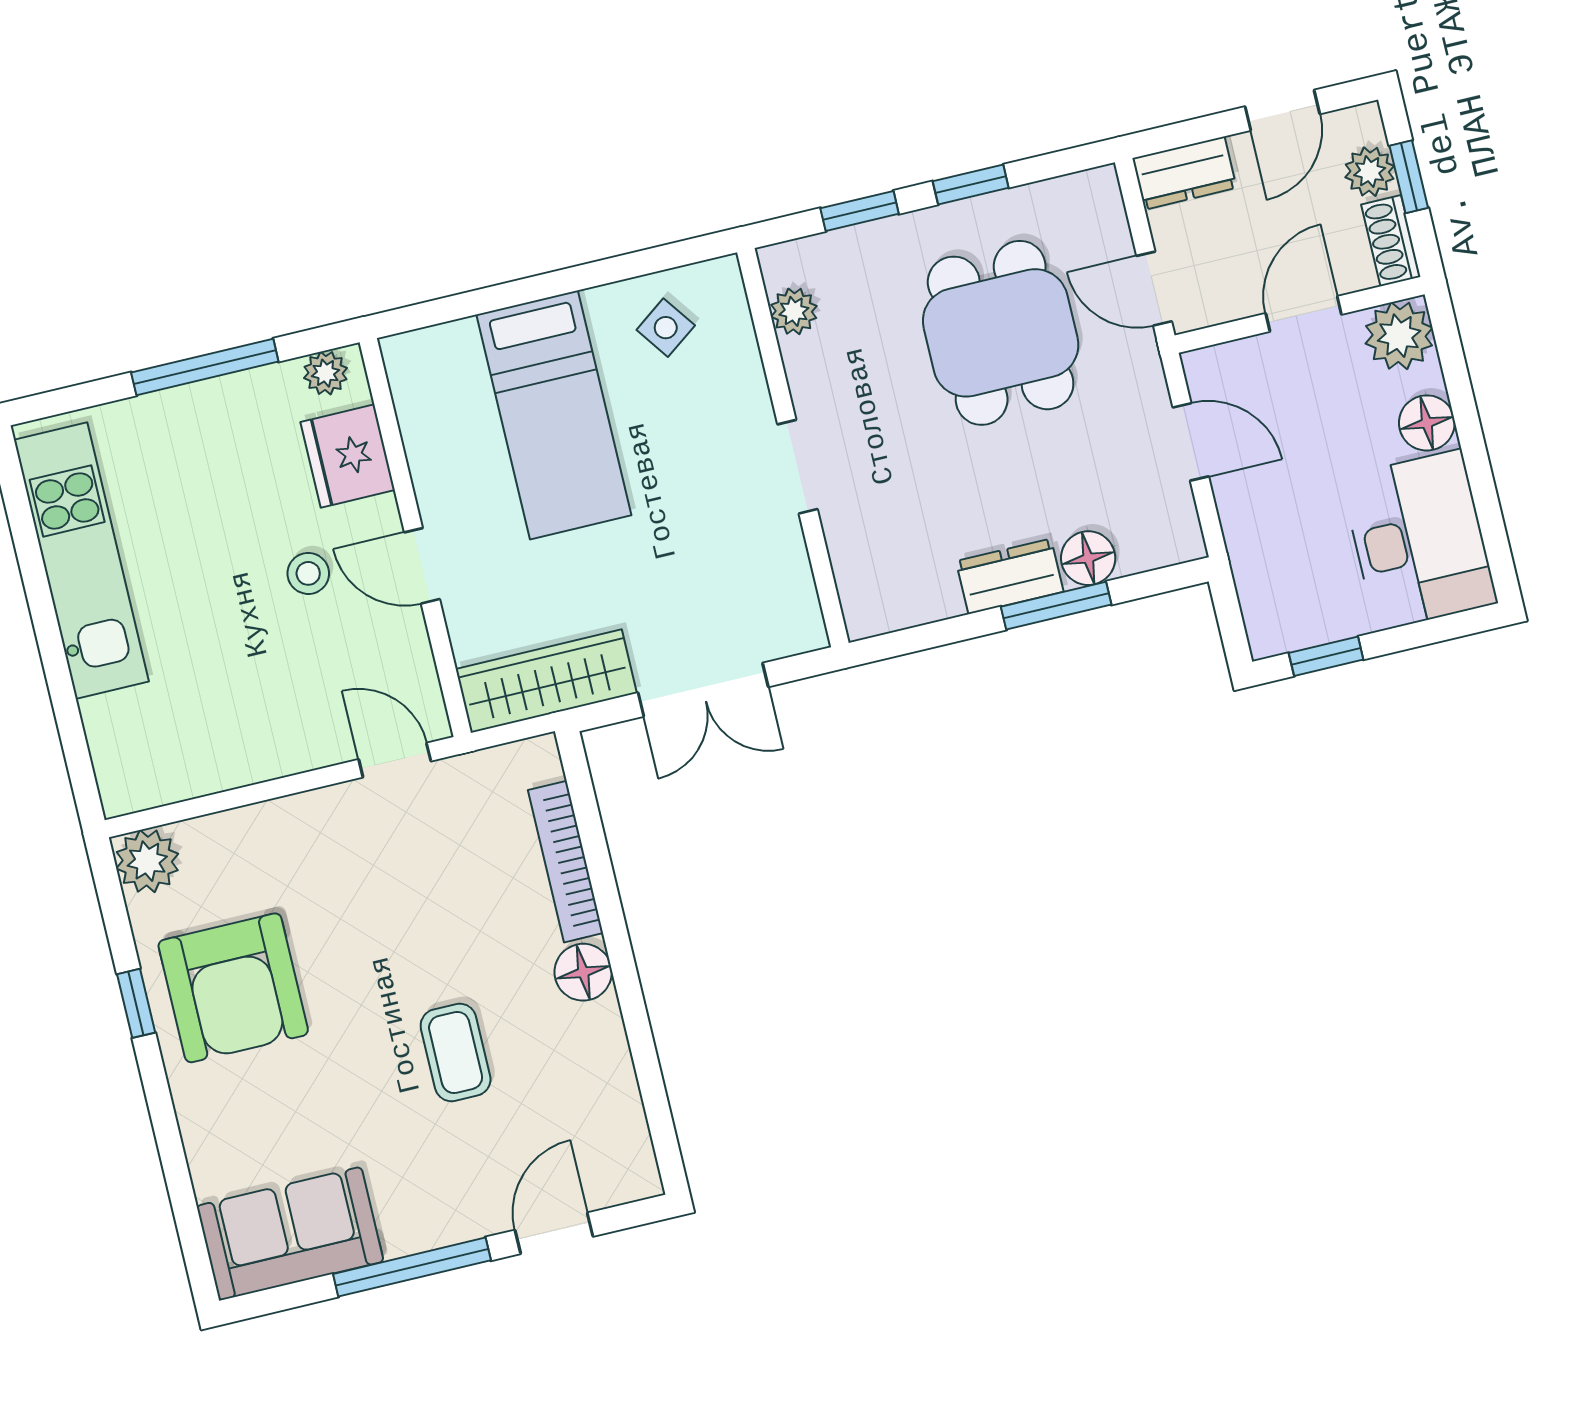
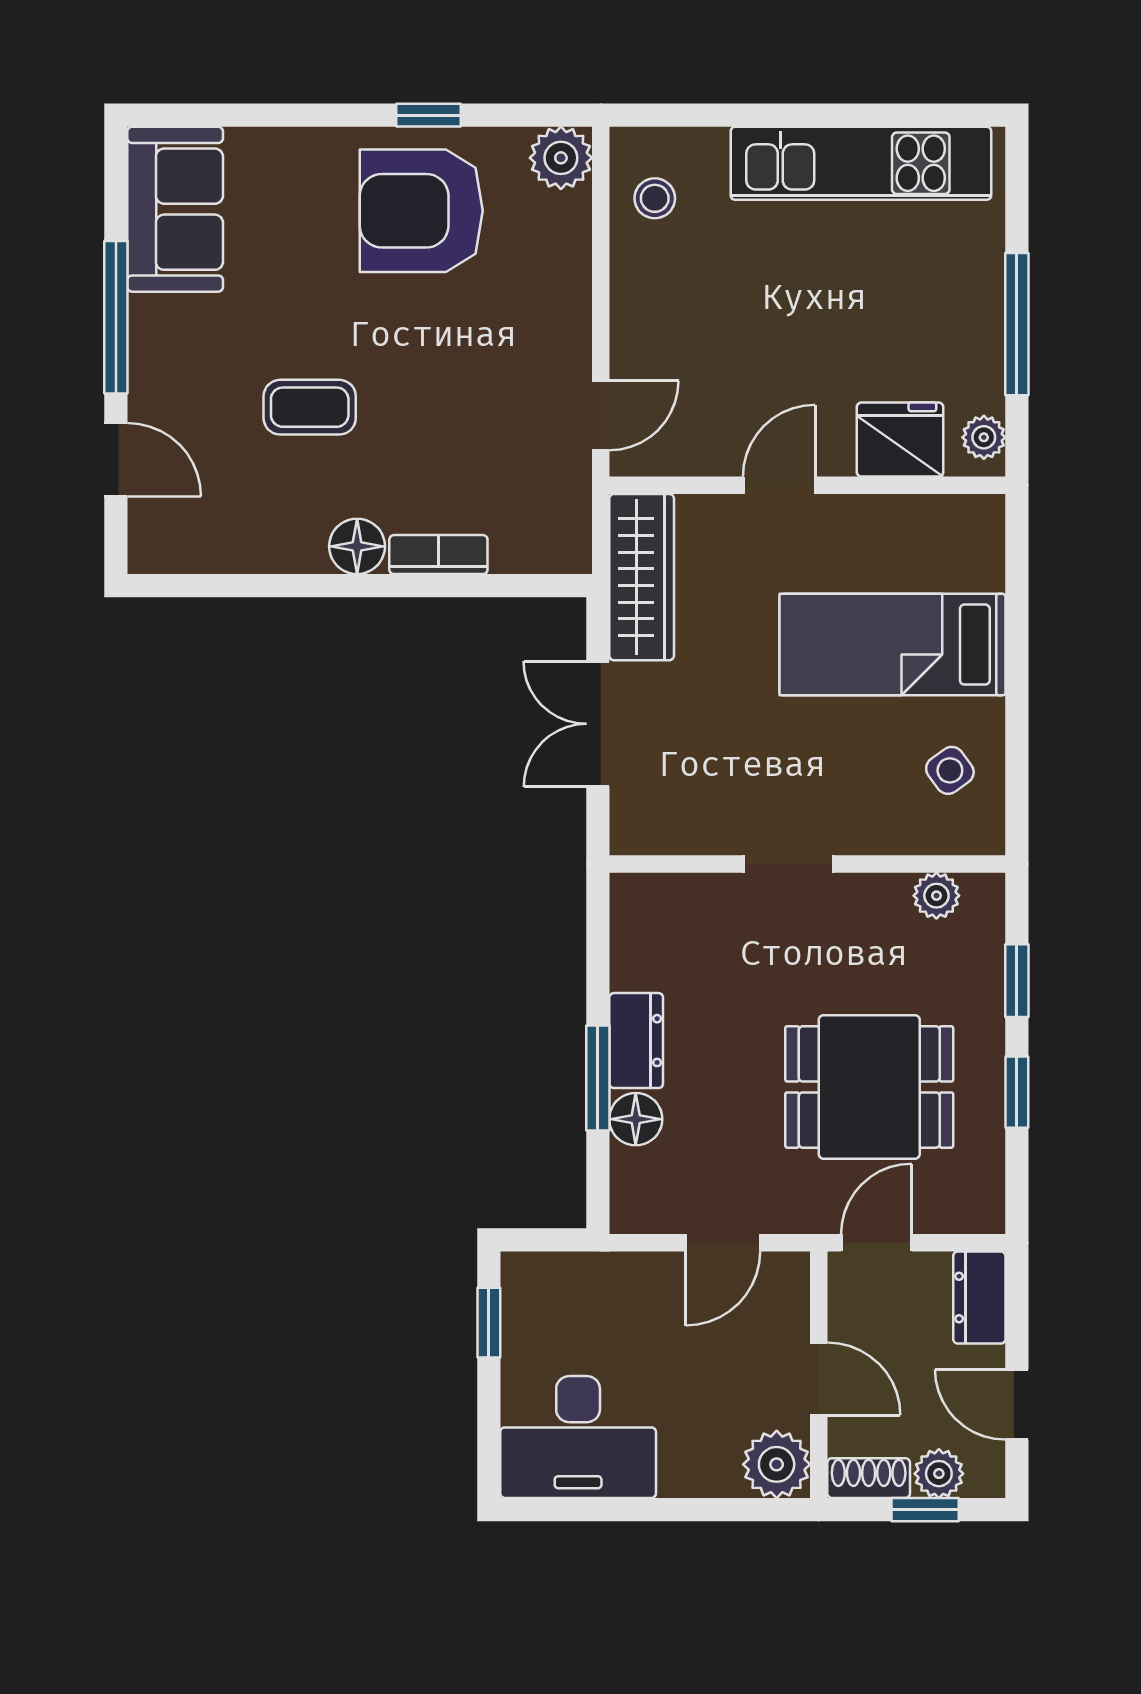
floor lamp: (1427, 423) -> (687, 1471), removed
stool: (308, 573) -> (655, 198), moved
bookcase: (565, 862) -> (438, 555), width x0.64

